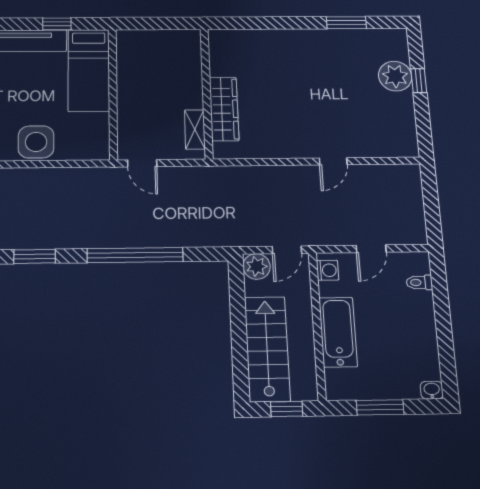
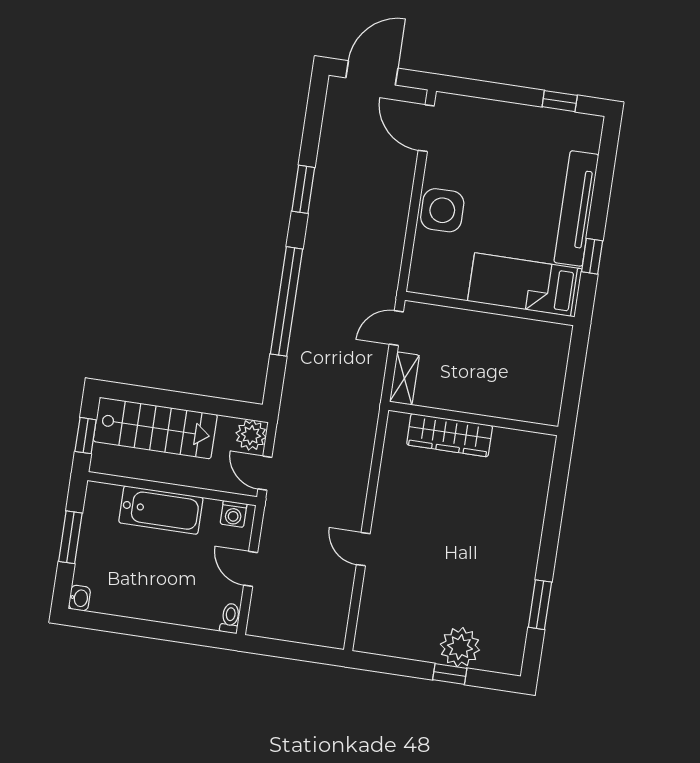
shelving: (195, 129) -> (404, 378), moved, turned 90
toilet: (419, 282) -> (230, 618), moved

